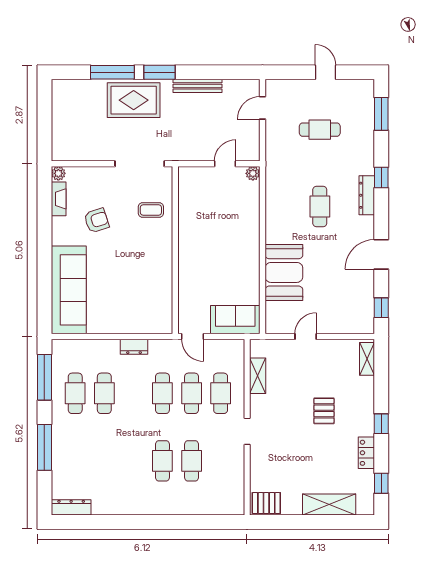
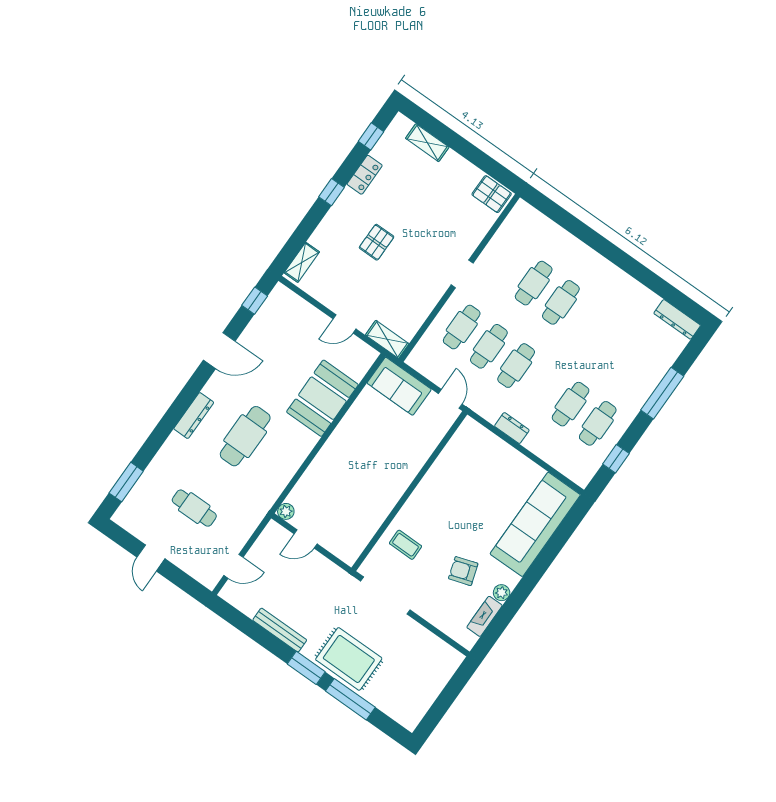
plant: (58, 173) -> (502, 593), moved
window: (381, 177) -> (168, 423), removed
cafe table: (320, 207) -> (245, 436), width x1.37, depth x1.35
shelving: (258, 376) -> (387, 339), moved, turned 90
window: (44, 377) -> (616, 459), width x0.46
shelving: (329, 505) -> (427, 143), width x0.67, depth x0.75

